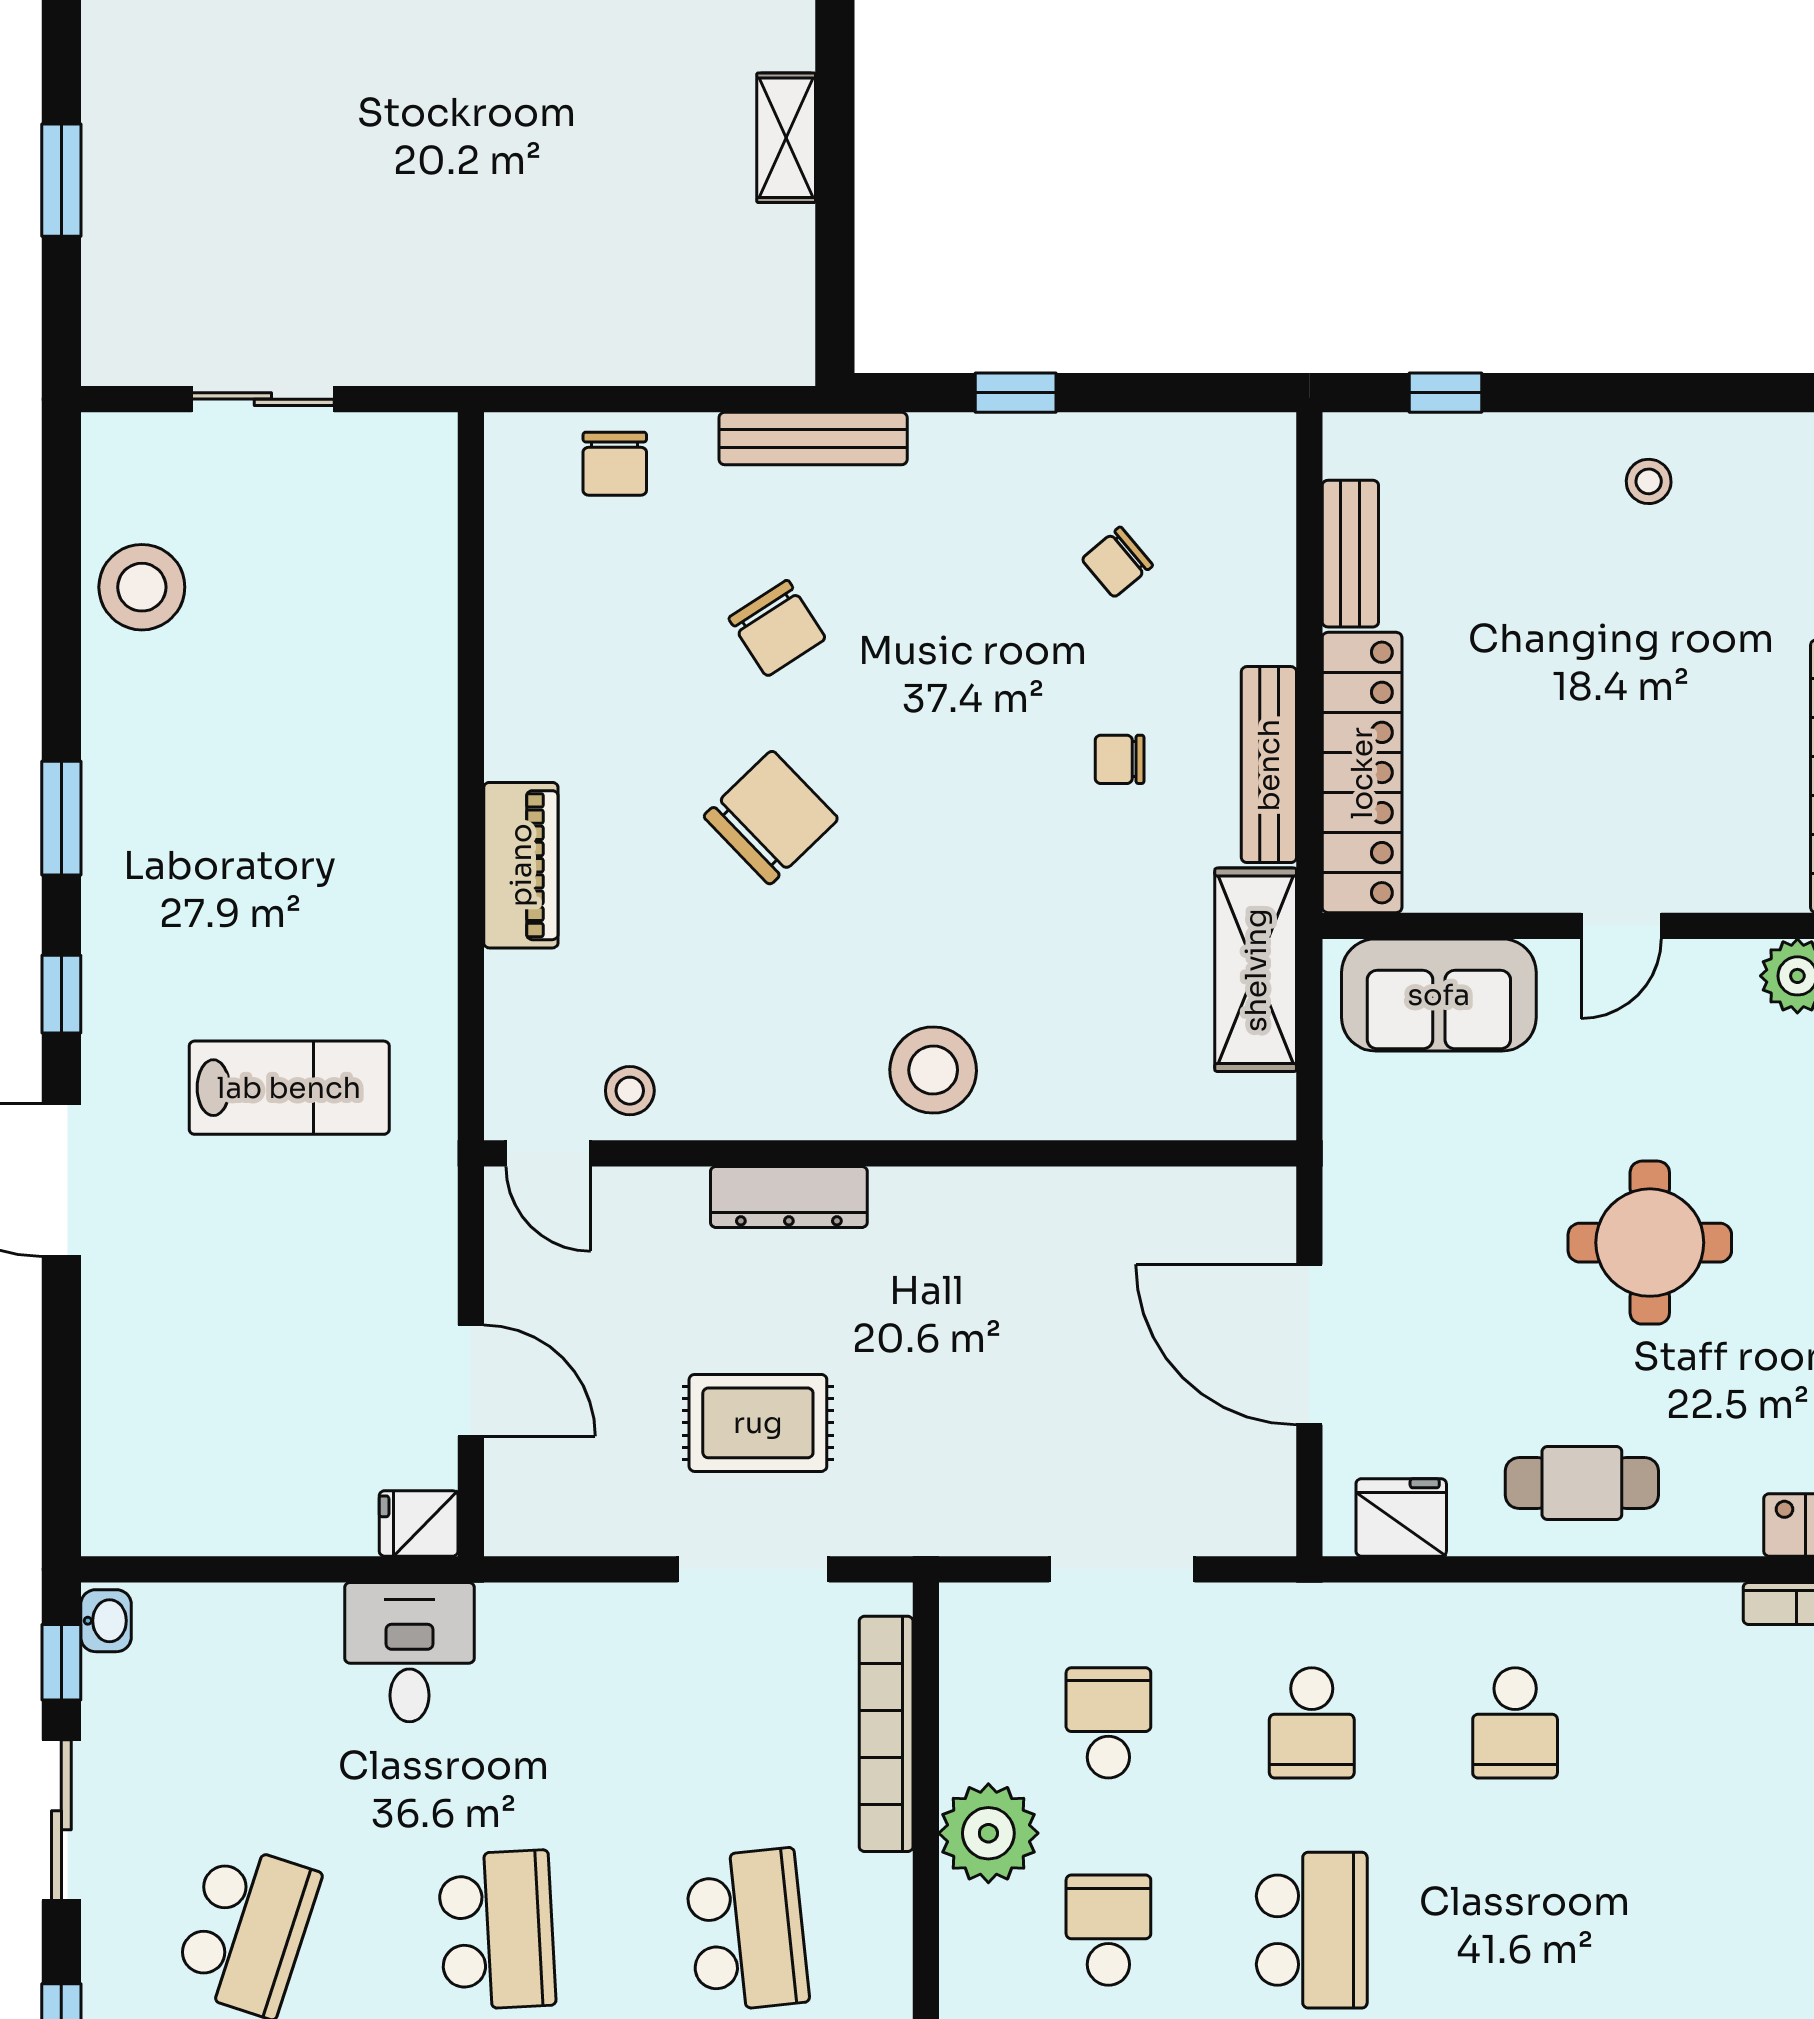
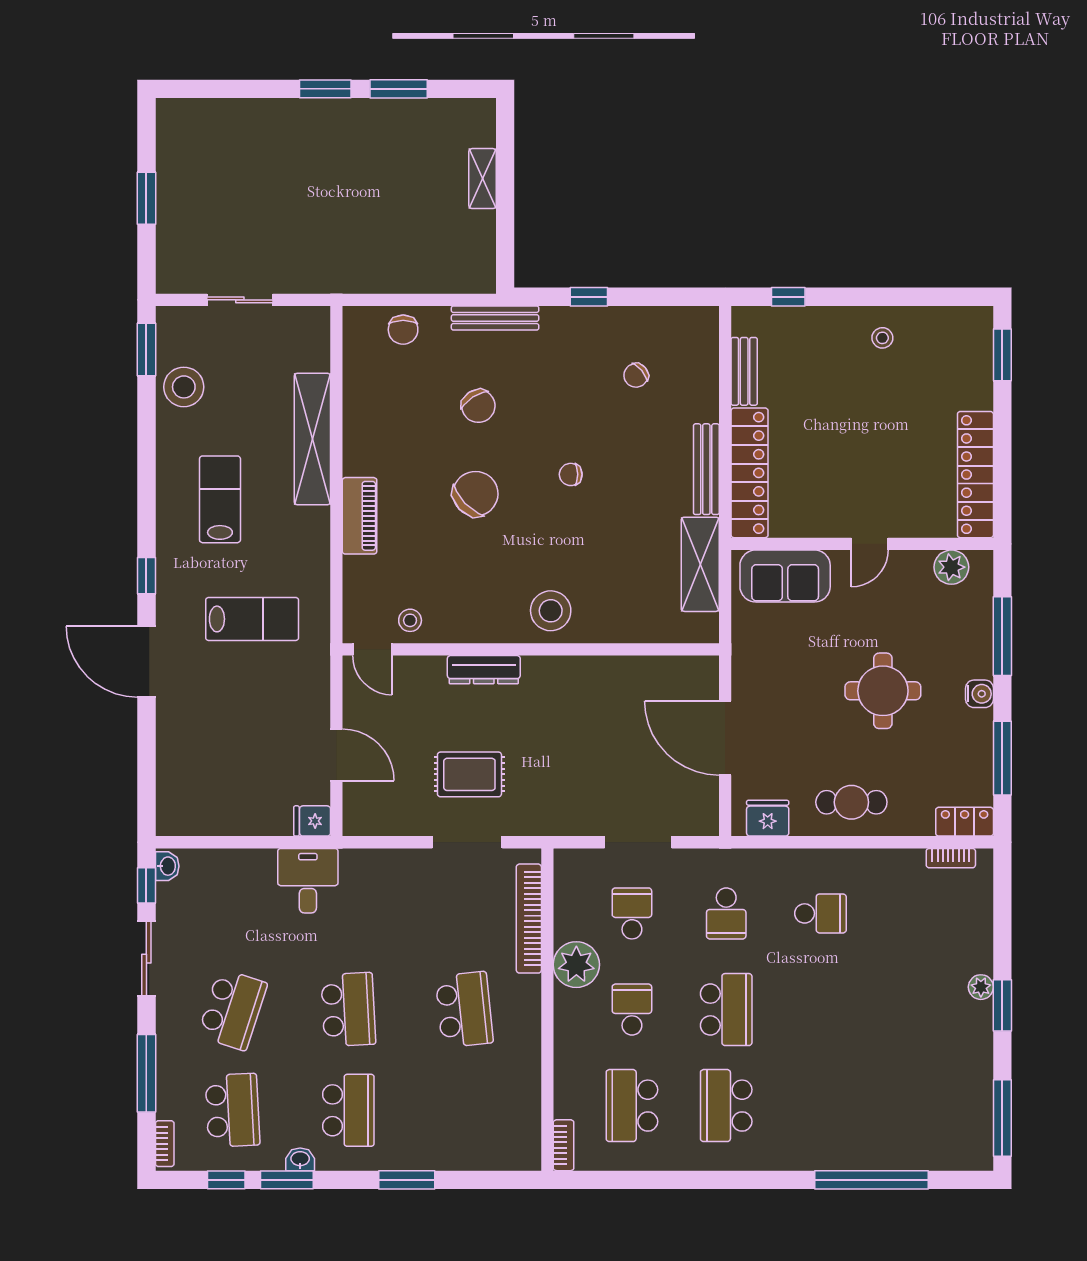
shelving: (419, 700) -> (312, 439), added
chair: (1120, 759) -> (571, 474), moved
window: (61, 818) -> (146, 349), moved
lab bench: (220, 830) -> (220, 499), added
school desk: (1515, 1723) -> (820, 913), turned -90

